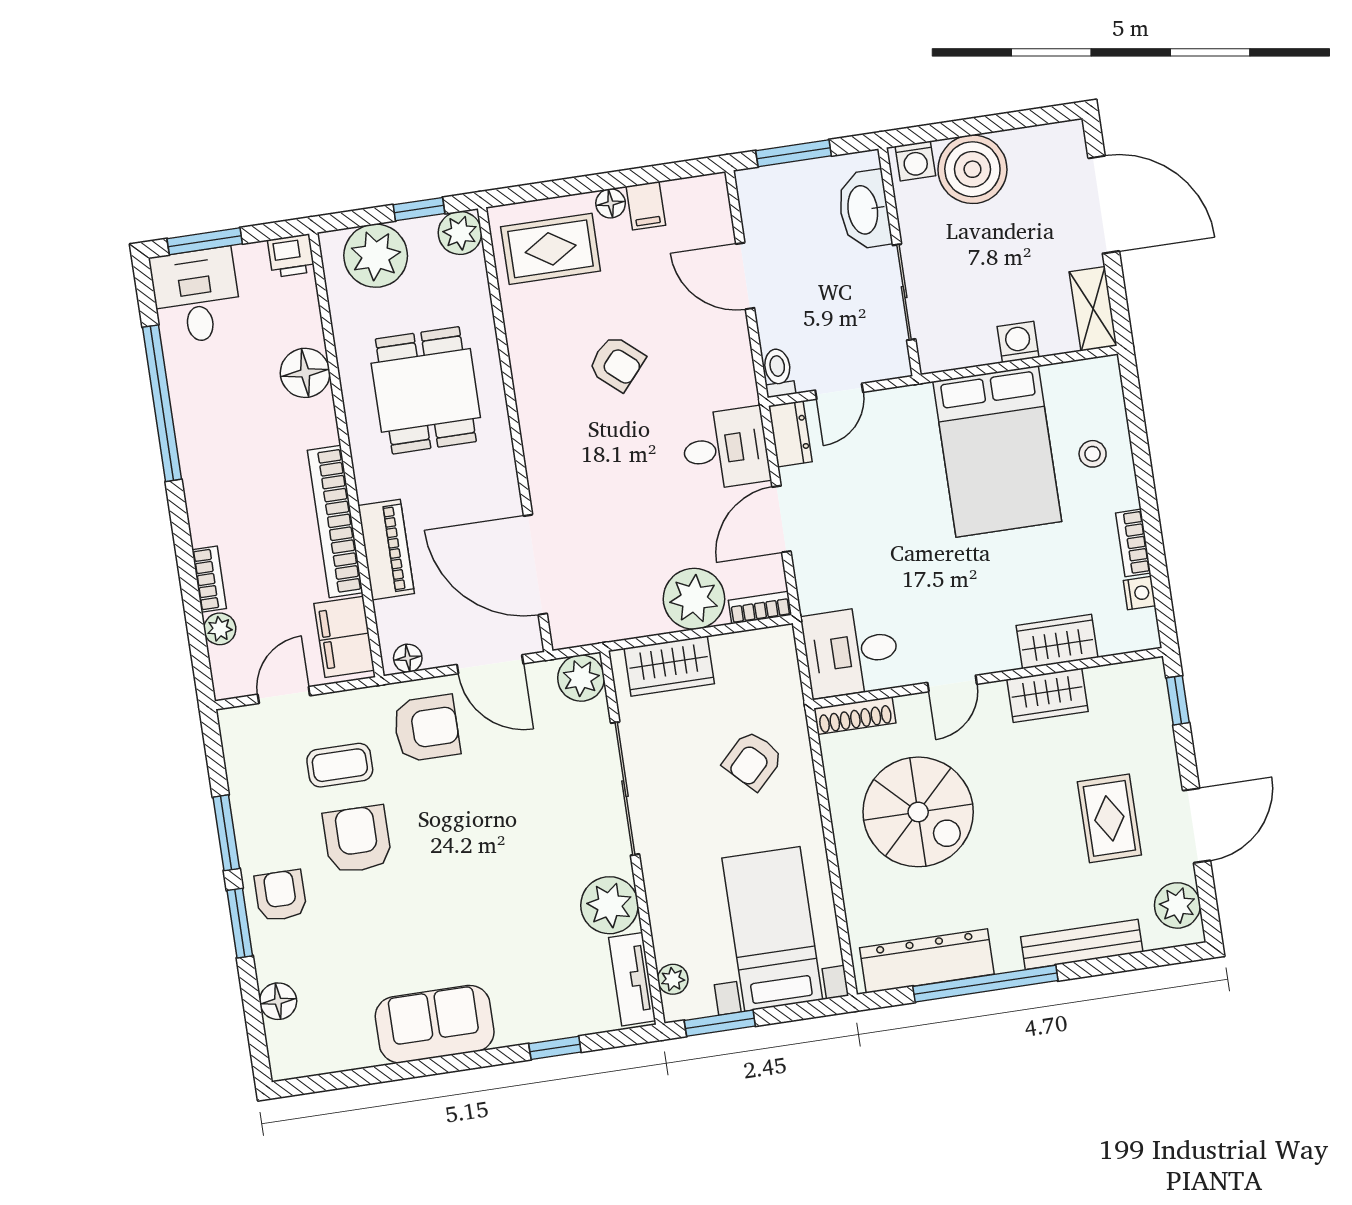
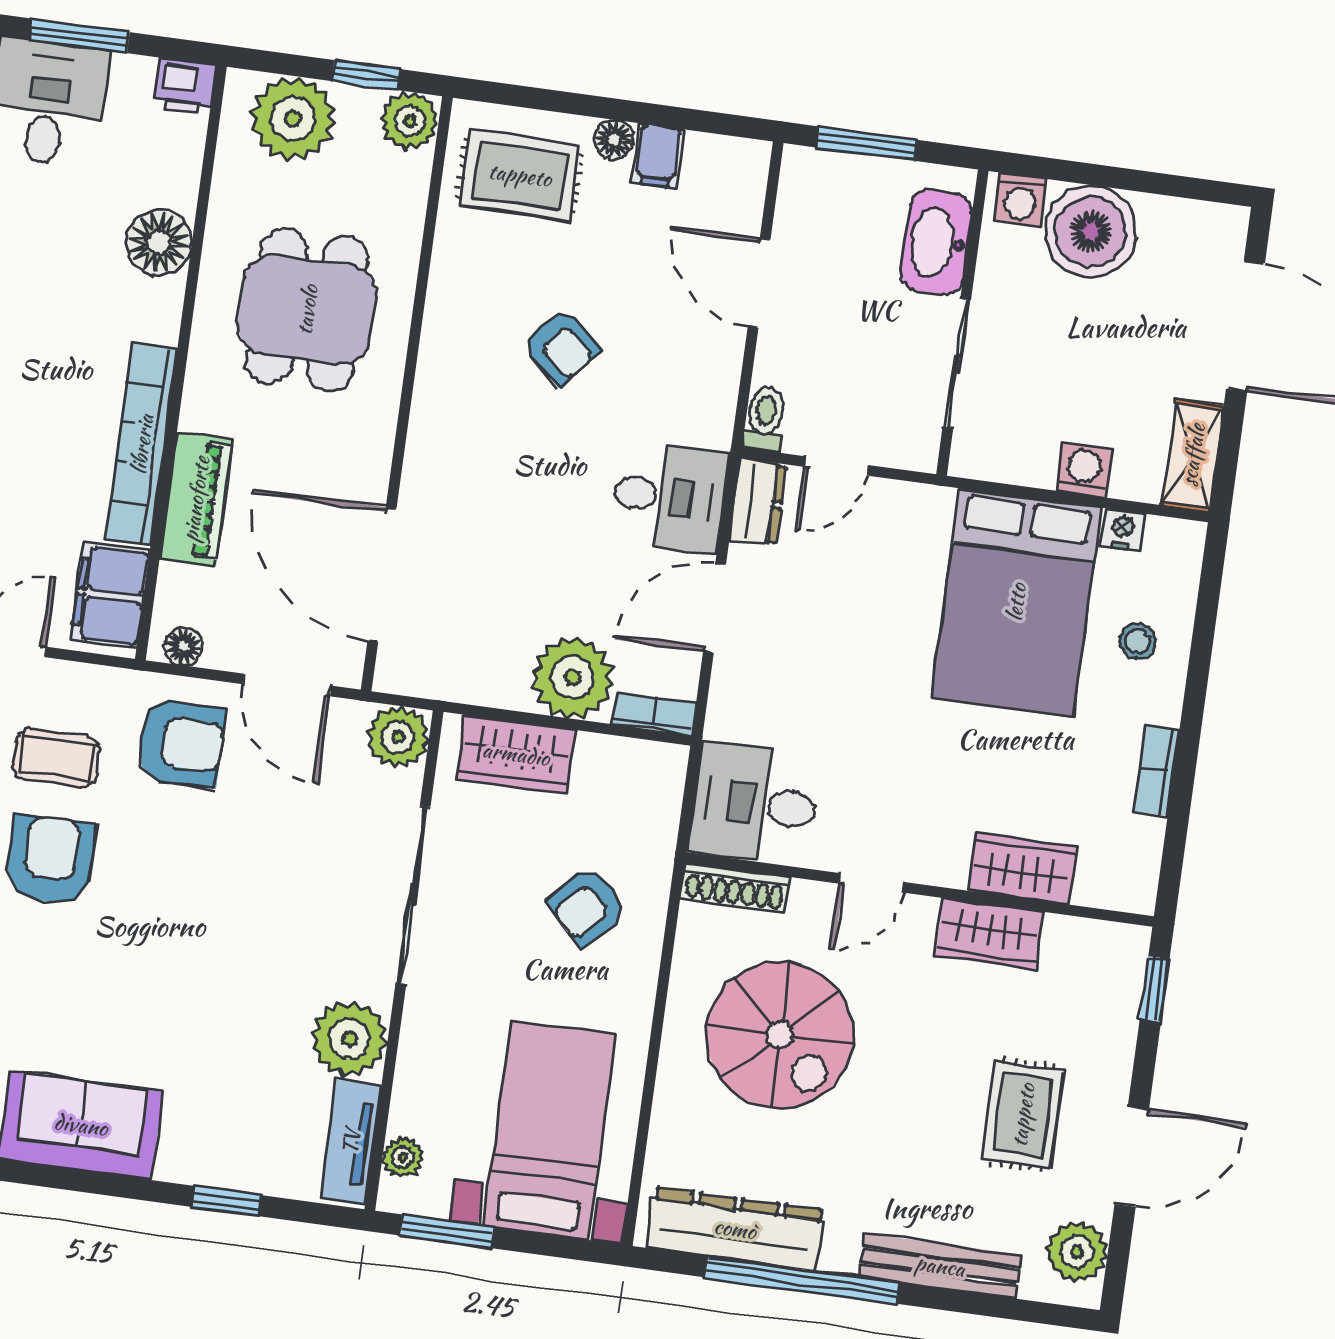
nightstand: (1139, 593) -> (1123, 530), moved, turned -90

